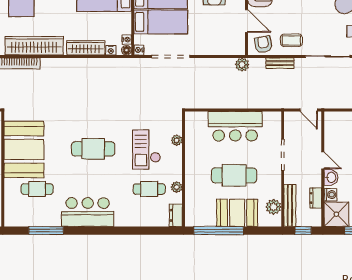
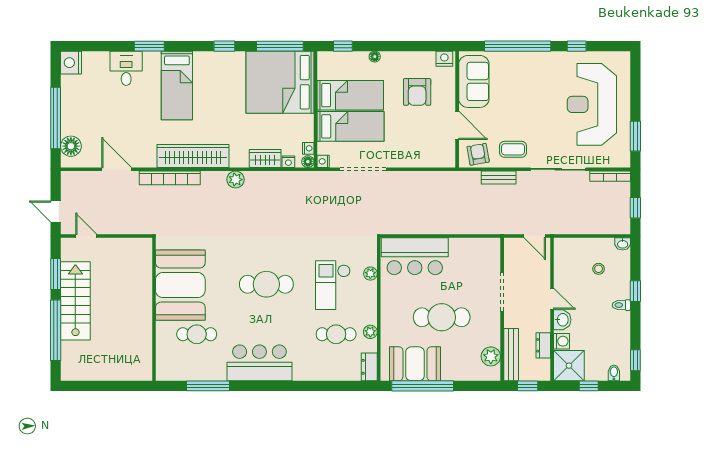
wardrobe: (86, 48) -> (265, 159), width x0.67
plant: (242, 65) -> (236, 180), moved
bar counter: (235, 126) -> (415, 256), moved
booth: (237, 213) -> (415, 364), moved

